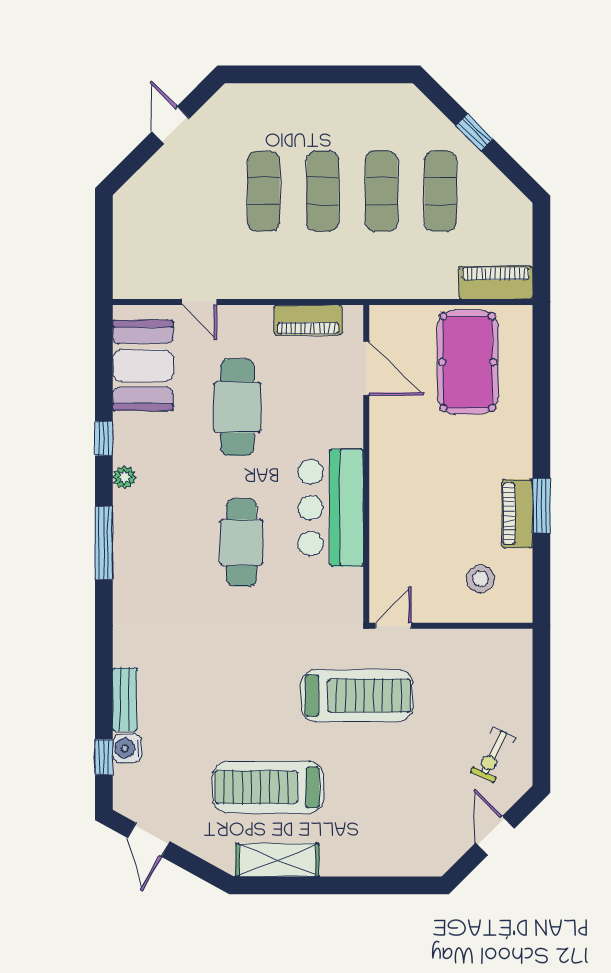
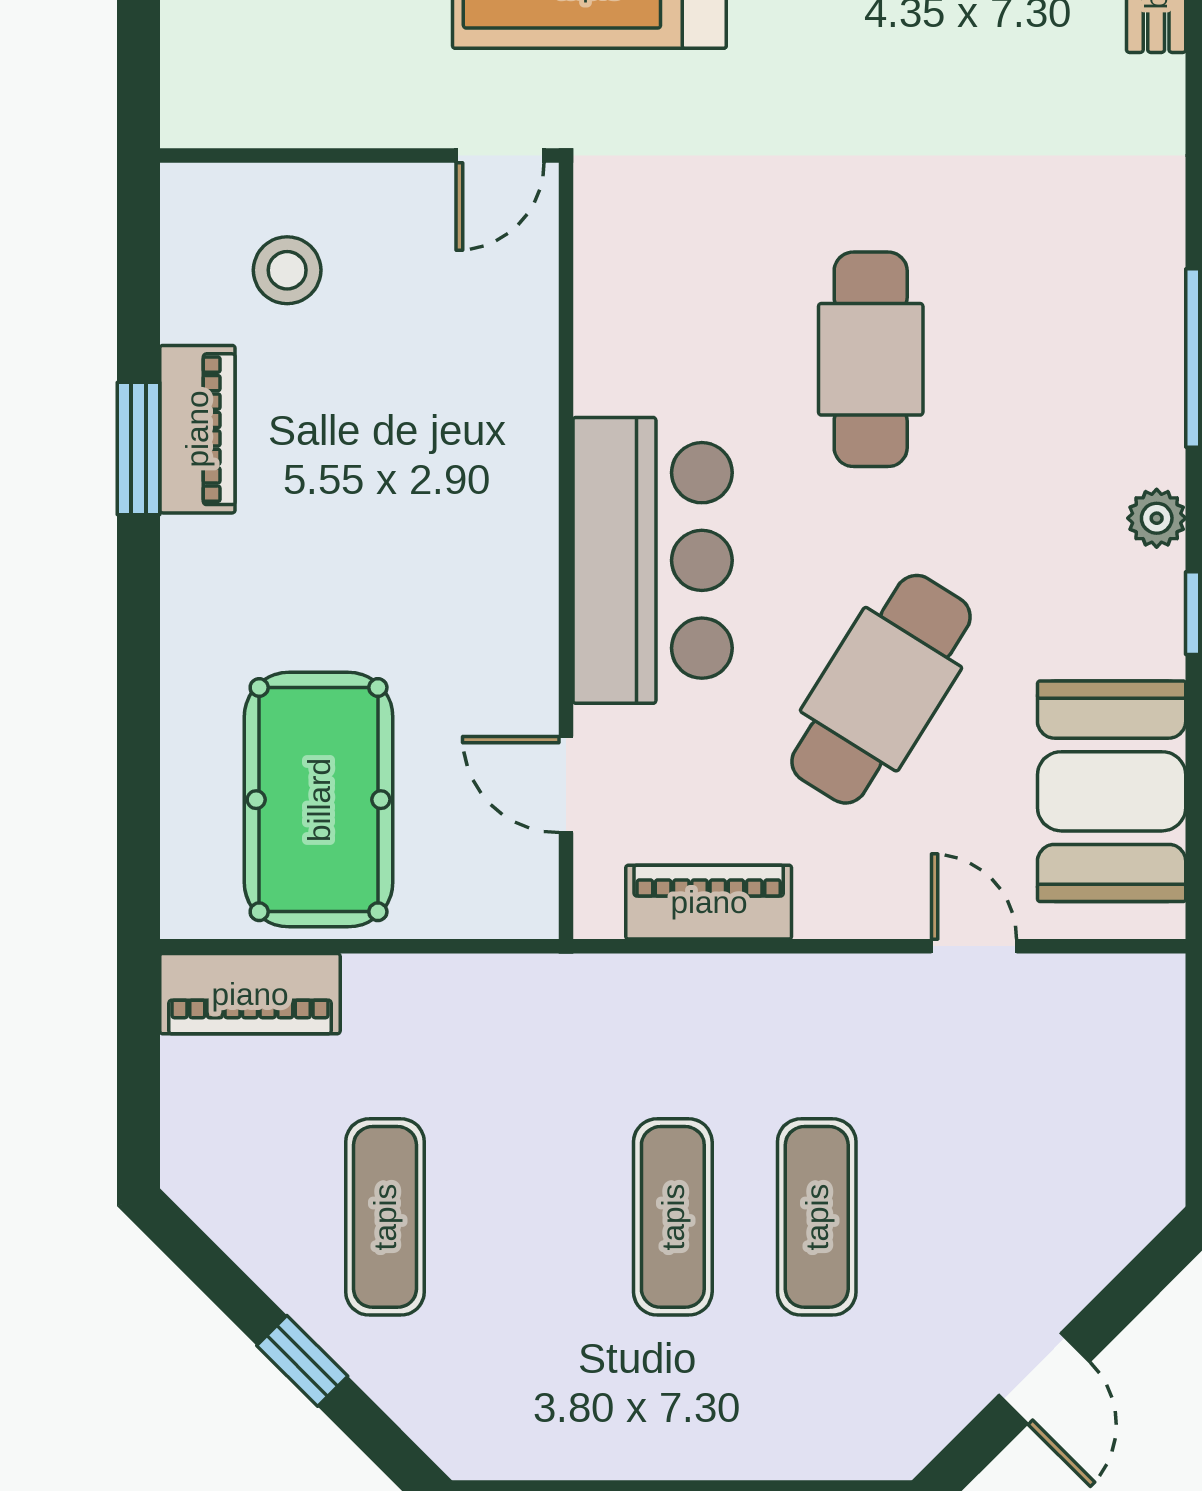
exercise mat: (382, 191) -> (529, 1217), removed
door: (366, 368) -> (566, 785), width x0.73
cafe table: (237, 407) -> (881, 689), turned 32
bar counter: (331, 508) -> (653, 560), moved

